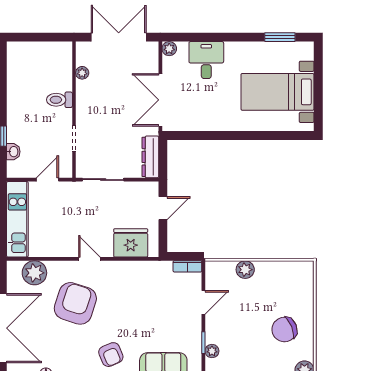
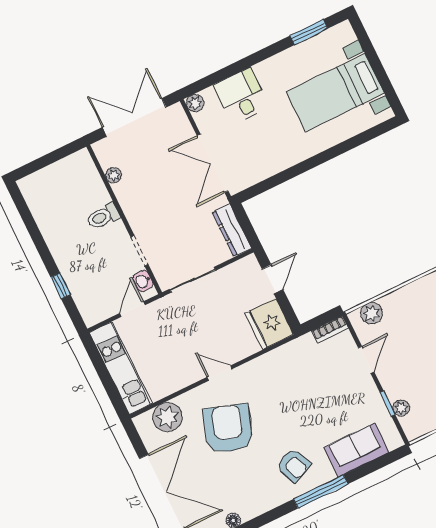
washbasin: (13, 152) -> (143, 281), moved, turned 180
fridge: (131, 243) -> (269, 324), moved, turned -90
plant: (245, 270) -> (372, 313), moved

